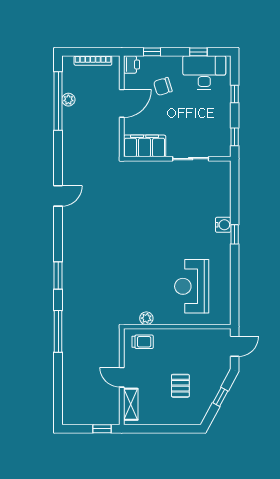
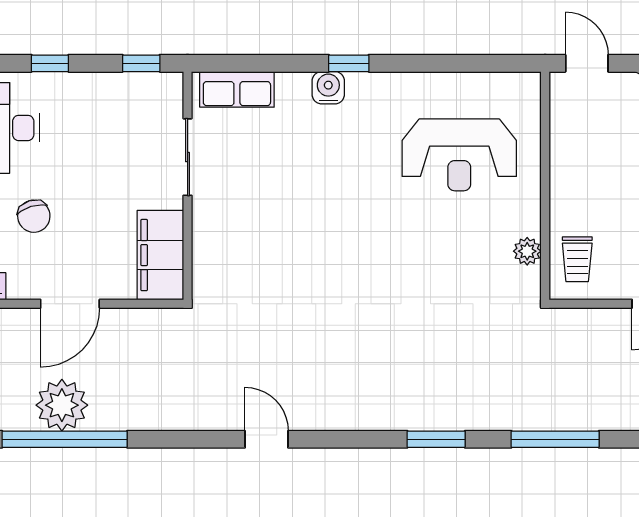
plant: (68, 100) -> (62, 405), width x1.87, depth x1.87
door: (122, 103) -> (70, 304), swing flipped
row of seats: (222, 182) -> (237, 89), added
trolley: (143, 342) -> (577, 259), turned 180

